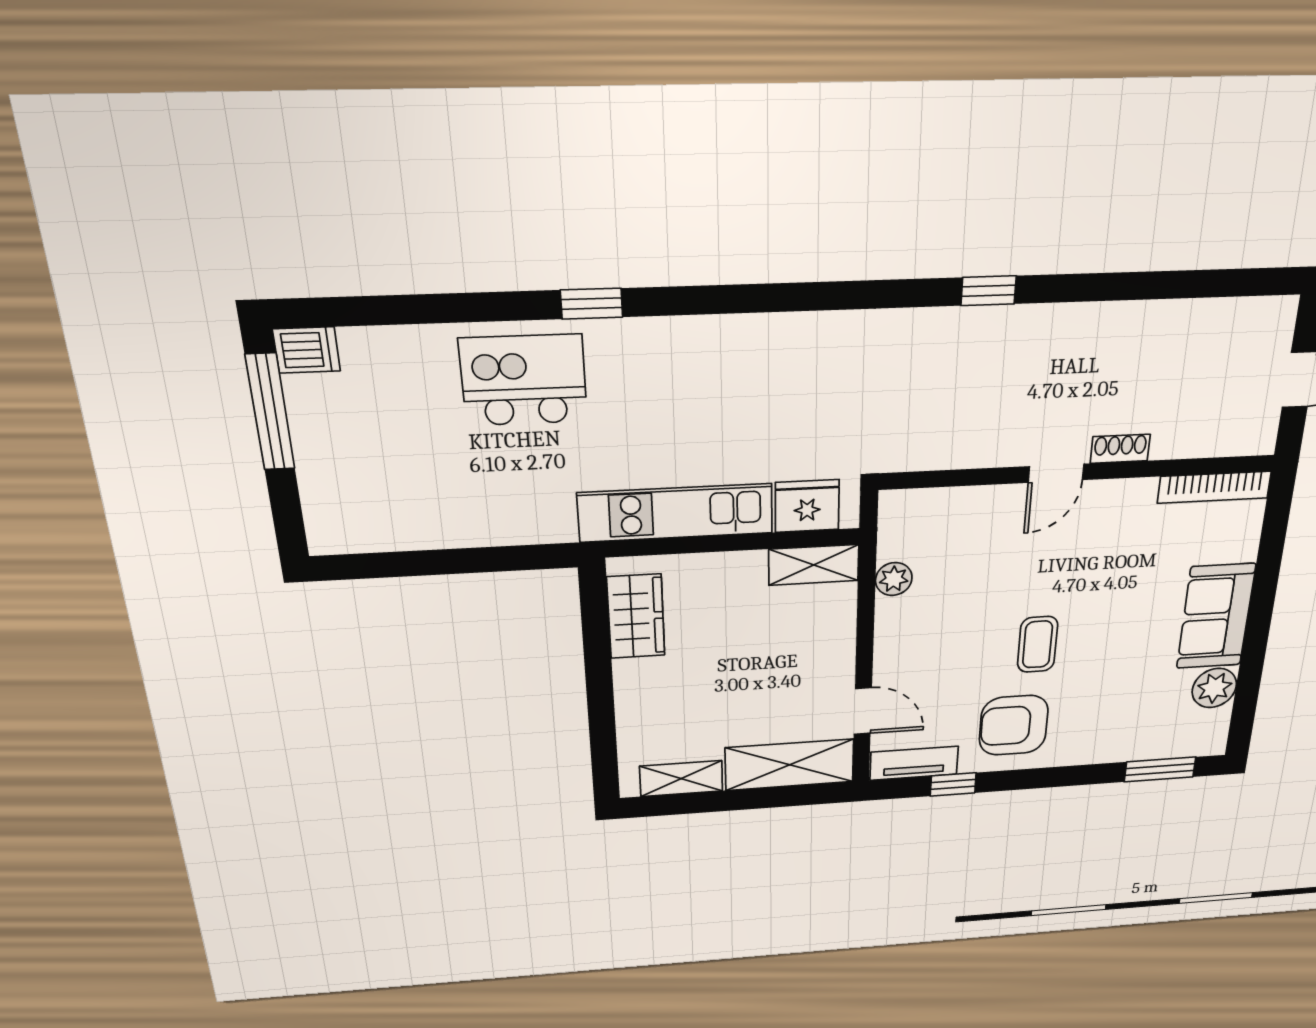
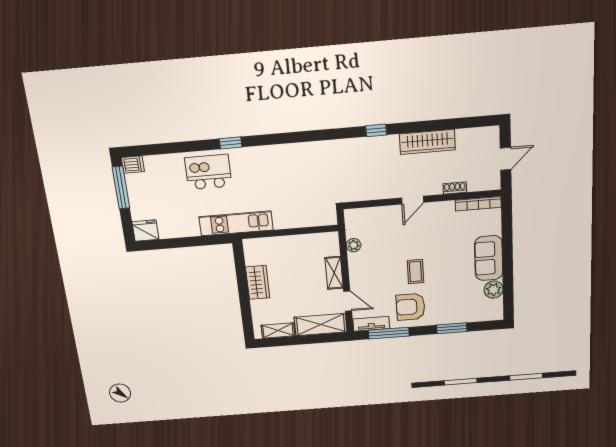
wardrobe: (1115, 328) -> (427, 142), added
shoe rack: (1120, 449) -> (455, 188), moved
fridge: (807, 506) -> (145, 231), moved
kitchen unit: (676, 513) -> (236, 223), moved
shelving: (814, 565) -> (334, 273), moved, turned 90
wardrobe: (636, 616) -> (258, 282), moved
window: (1160, 769) -> (452, 328), moved
window: (953, 784) -> (389, 333), width x2.17

